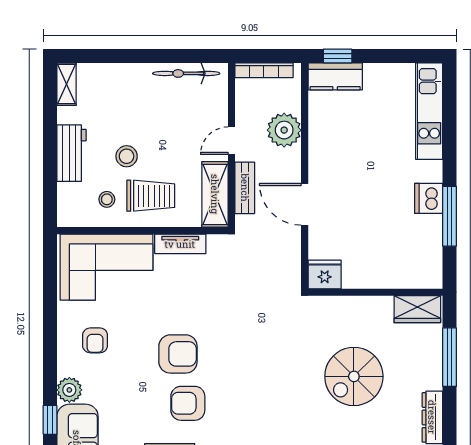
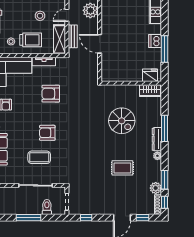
stool: (127, 156) -> (40, 16), moved
fridge: (325, 275) -> (150, 75), moved
armchair: (178, 354) -> (51, 94), moved, turned 180
window: (450, 357) -> (165, 128), moved
spiral stairs: (354, 376) -> (122, 121), turned -90

